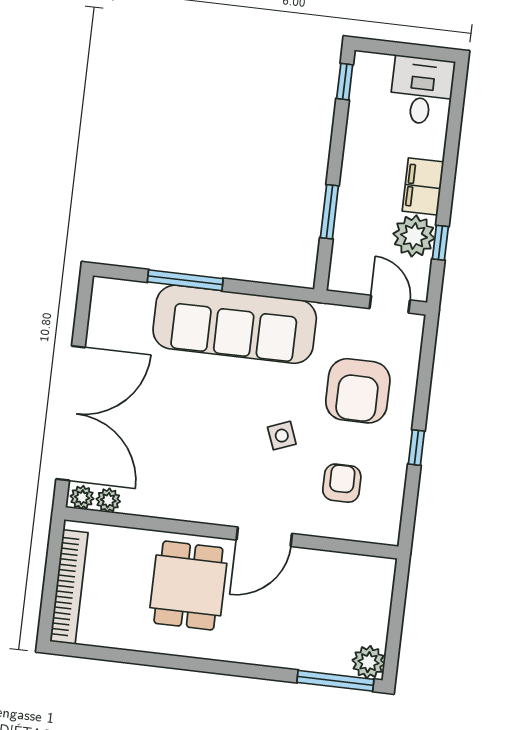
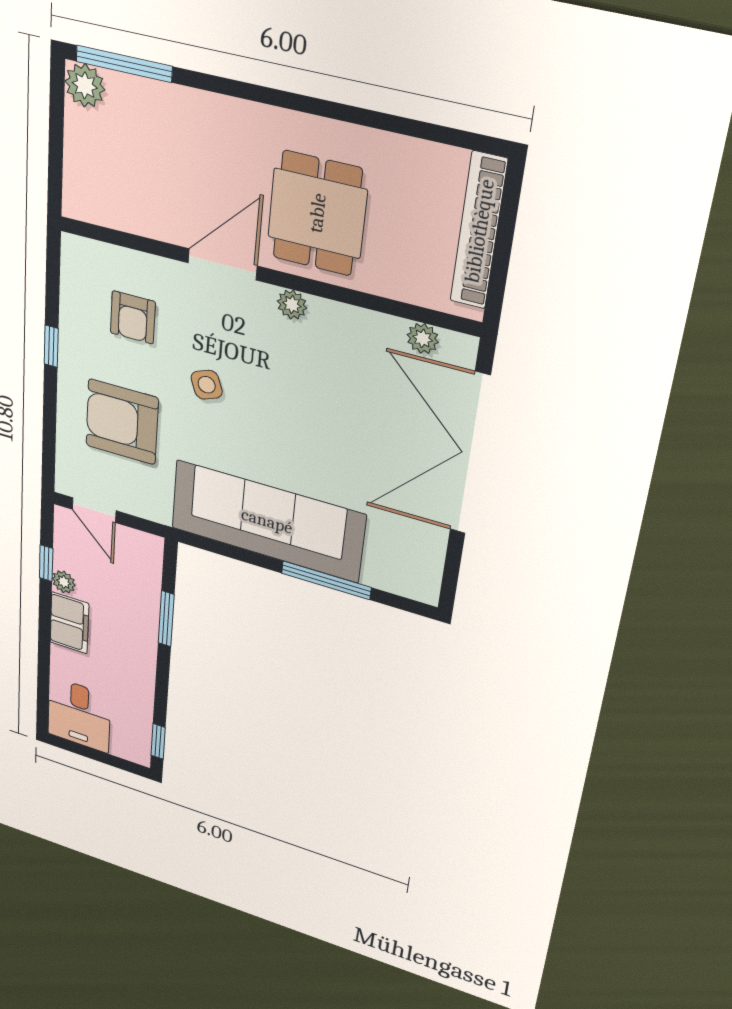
plant: (414, 236) -> (64, 582), width x0.53, depth x0.53
armchair: (358, 391) -> (122, 422), turned -90
plant: (82, 497) -> (292, 305), moved

